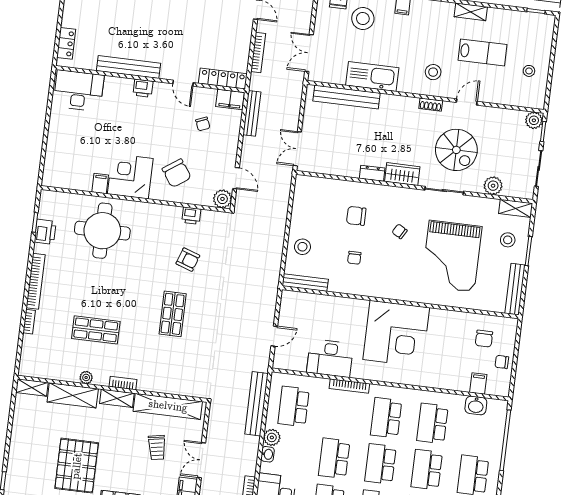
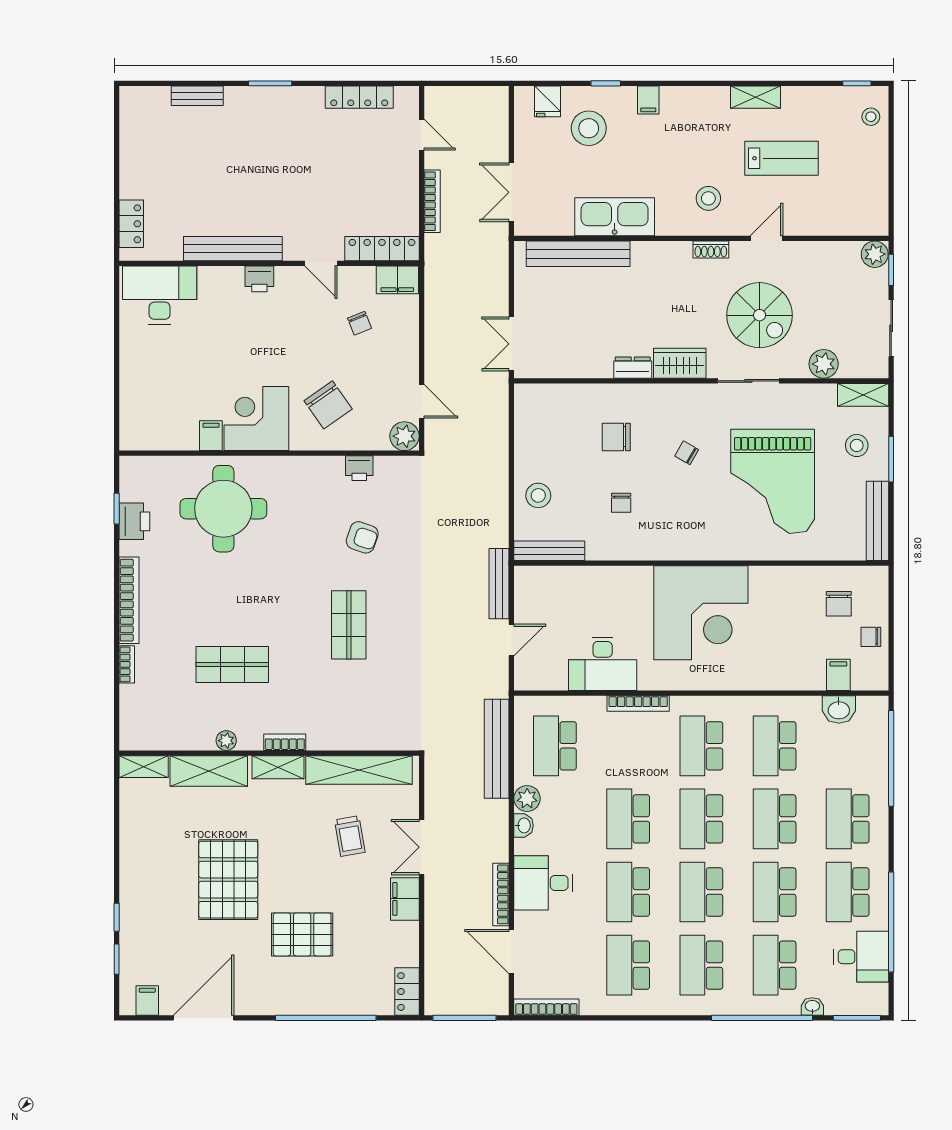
stool: (529, 71) -> (871, 117), moved
bench: (252, 113) -> (499, 584), moved

